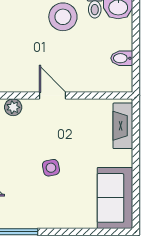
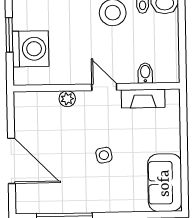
bidet: (122, 58) -> (145, 73), moved, turned 90
fireplace: (123, 126) -> (143, 99), moved, turned -90

